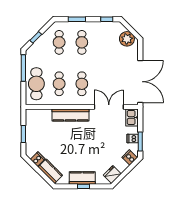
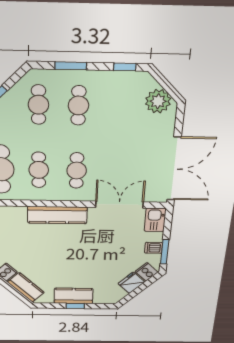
fridge: (112, 175) -> (131, 283), moved

